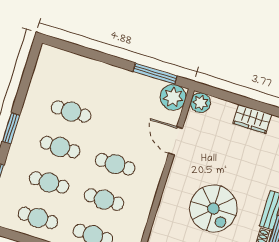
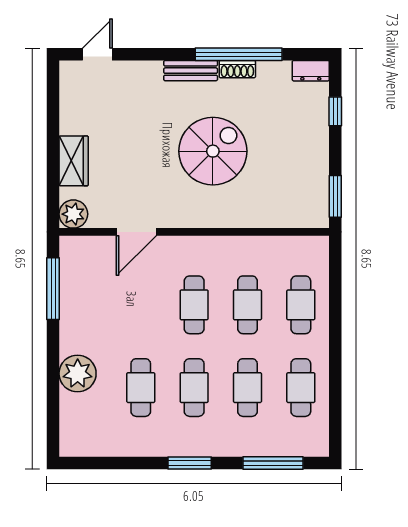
plant: (173, 97) -> (78, 373), moved
wardrobe: (252, 119) -> (74, 161), moved

